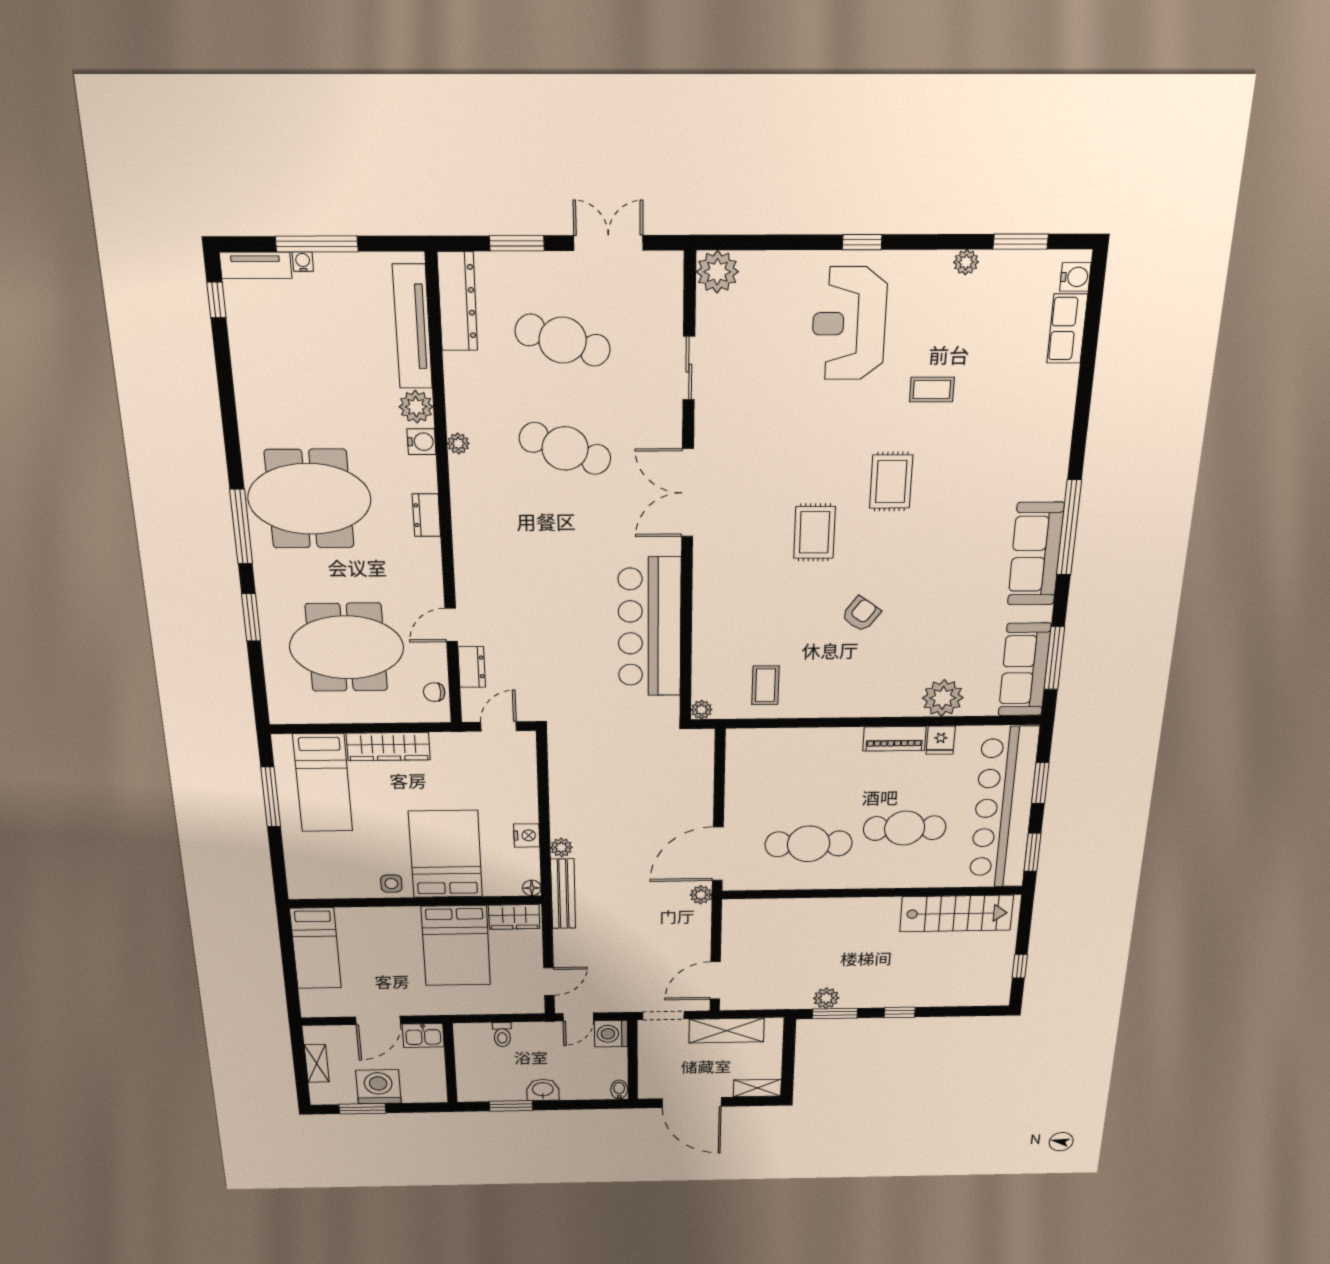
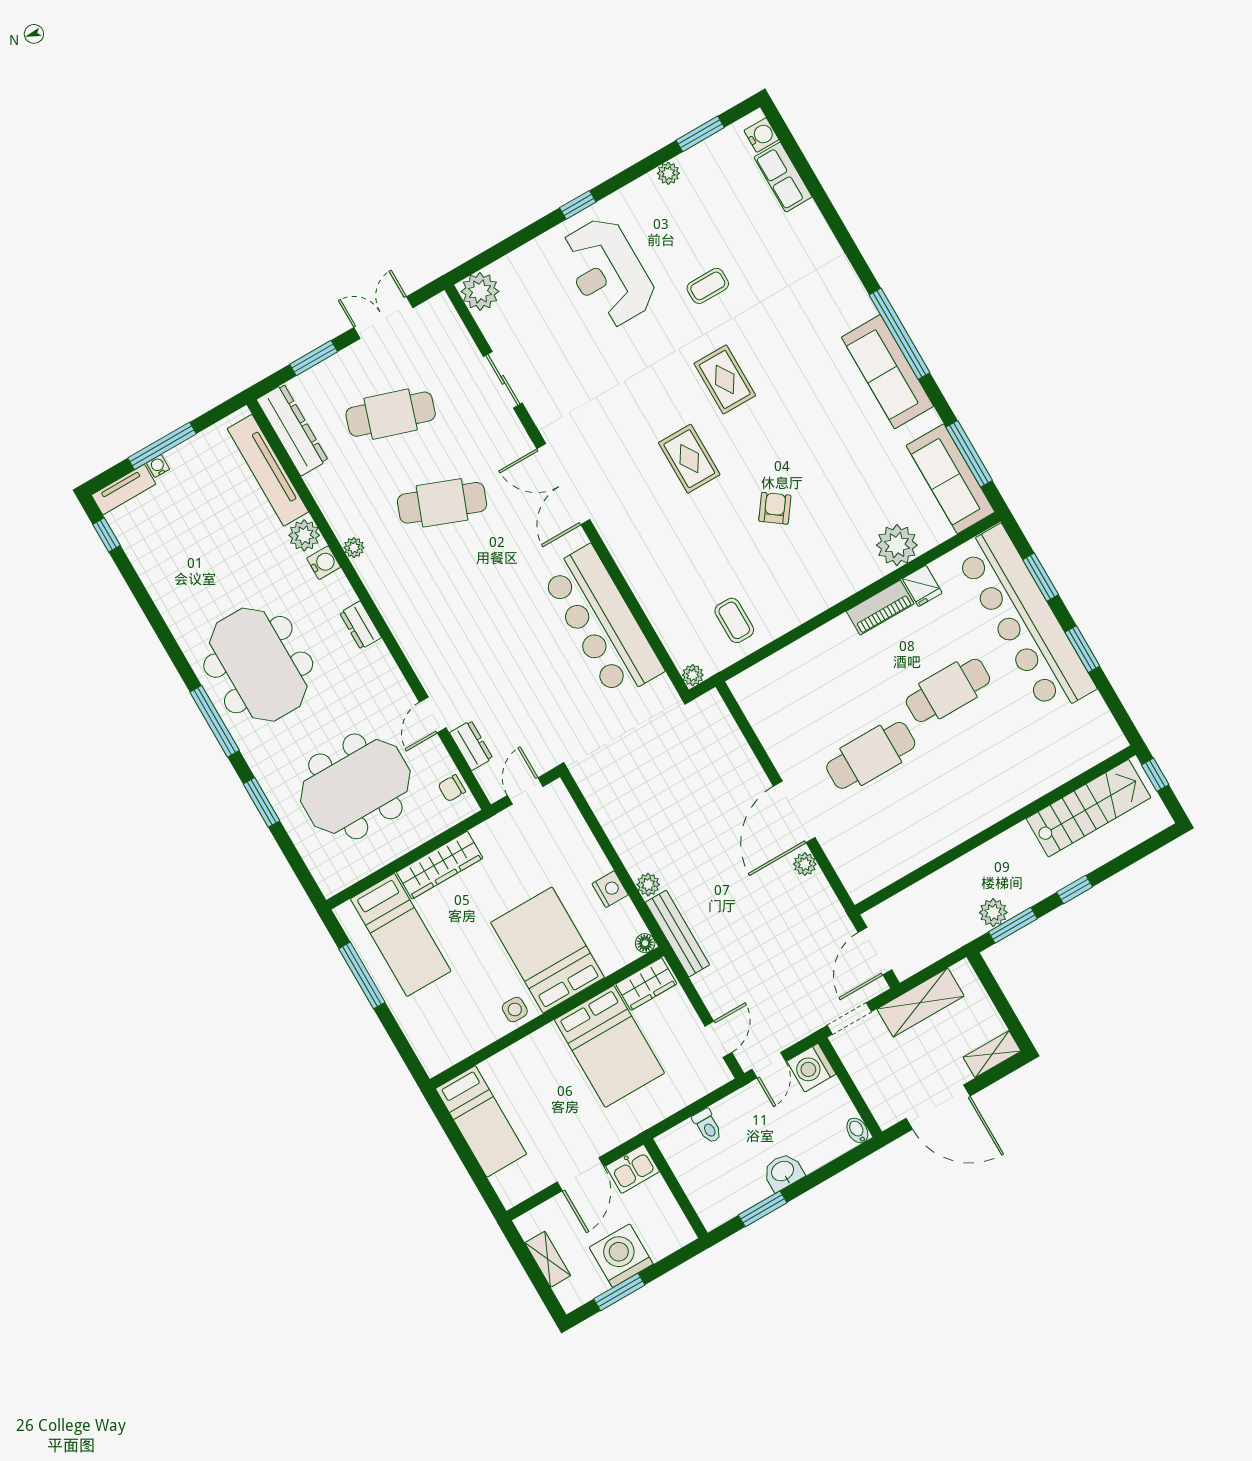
meeting table: (309, 499) -> (258, 665), turned 90
wall: (872, 893) -> (995, 830), moved
stairs: (956, 913) -> (1088, 808), moved

